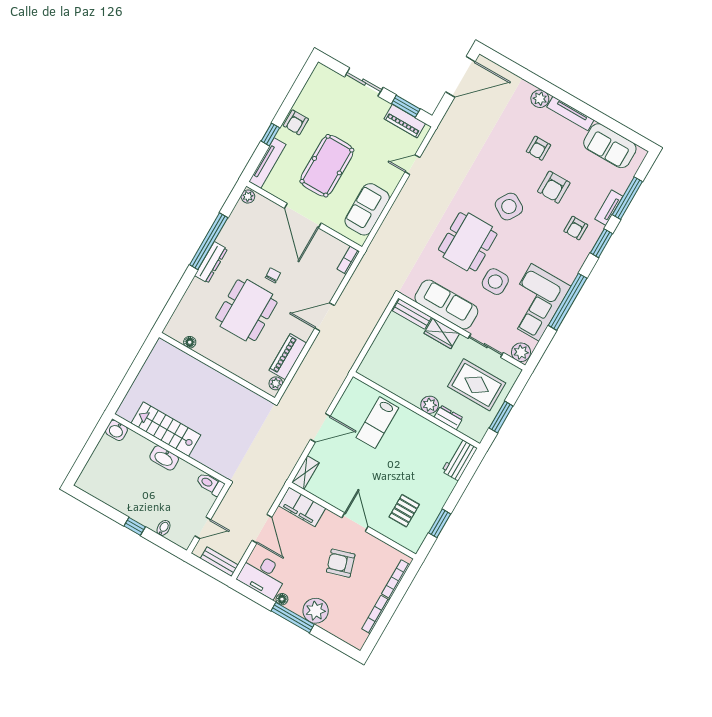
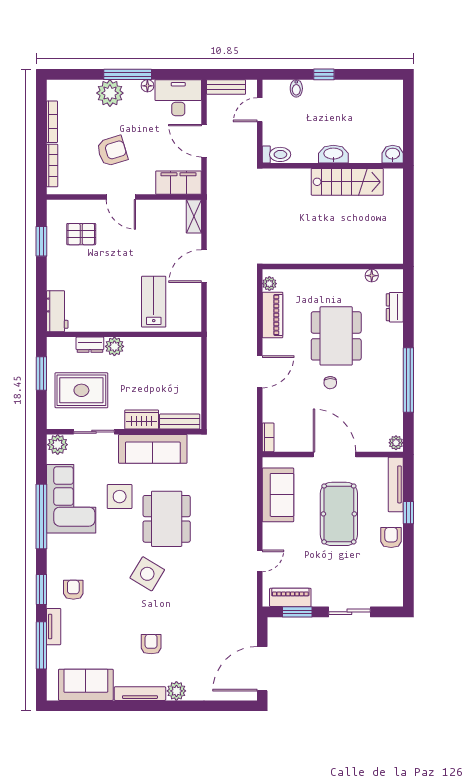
armchair: (554, 187) -> (116, 616), removed
dresser: (211, 262) -> (395, 307), moved, width x0.70
pallet: (404, 511) -> (81, 234), turned 90

